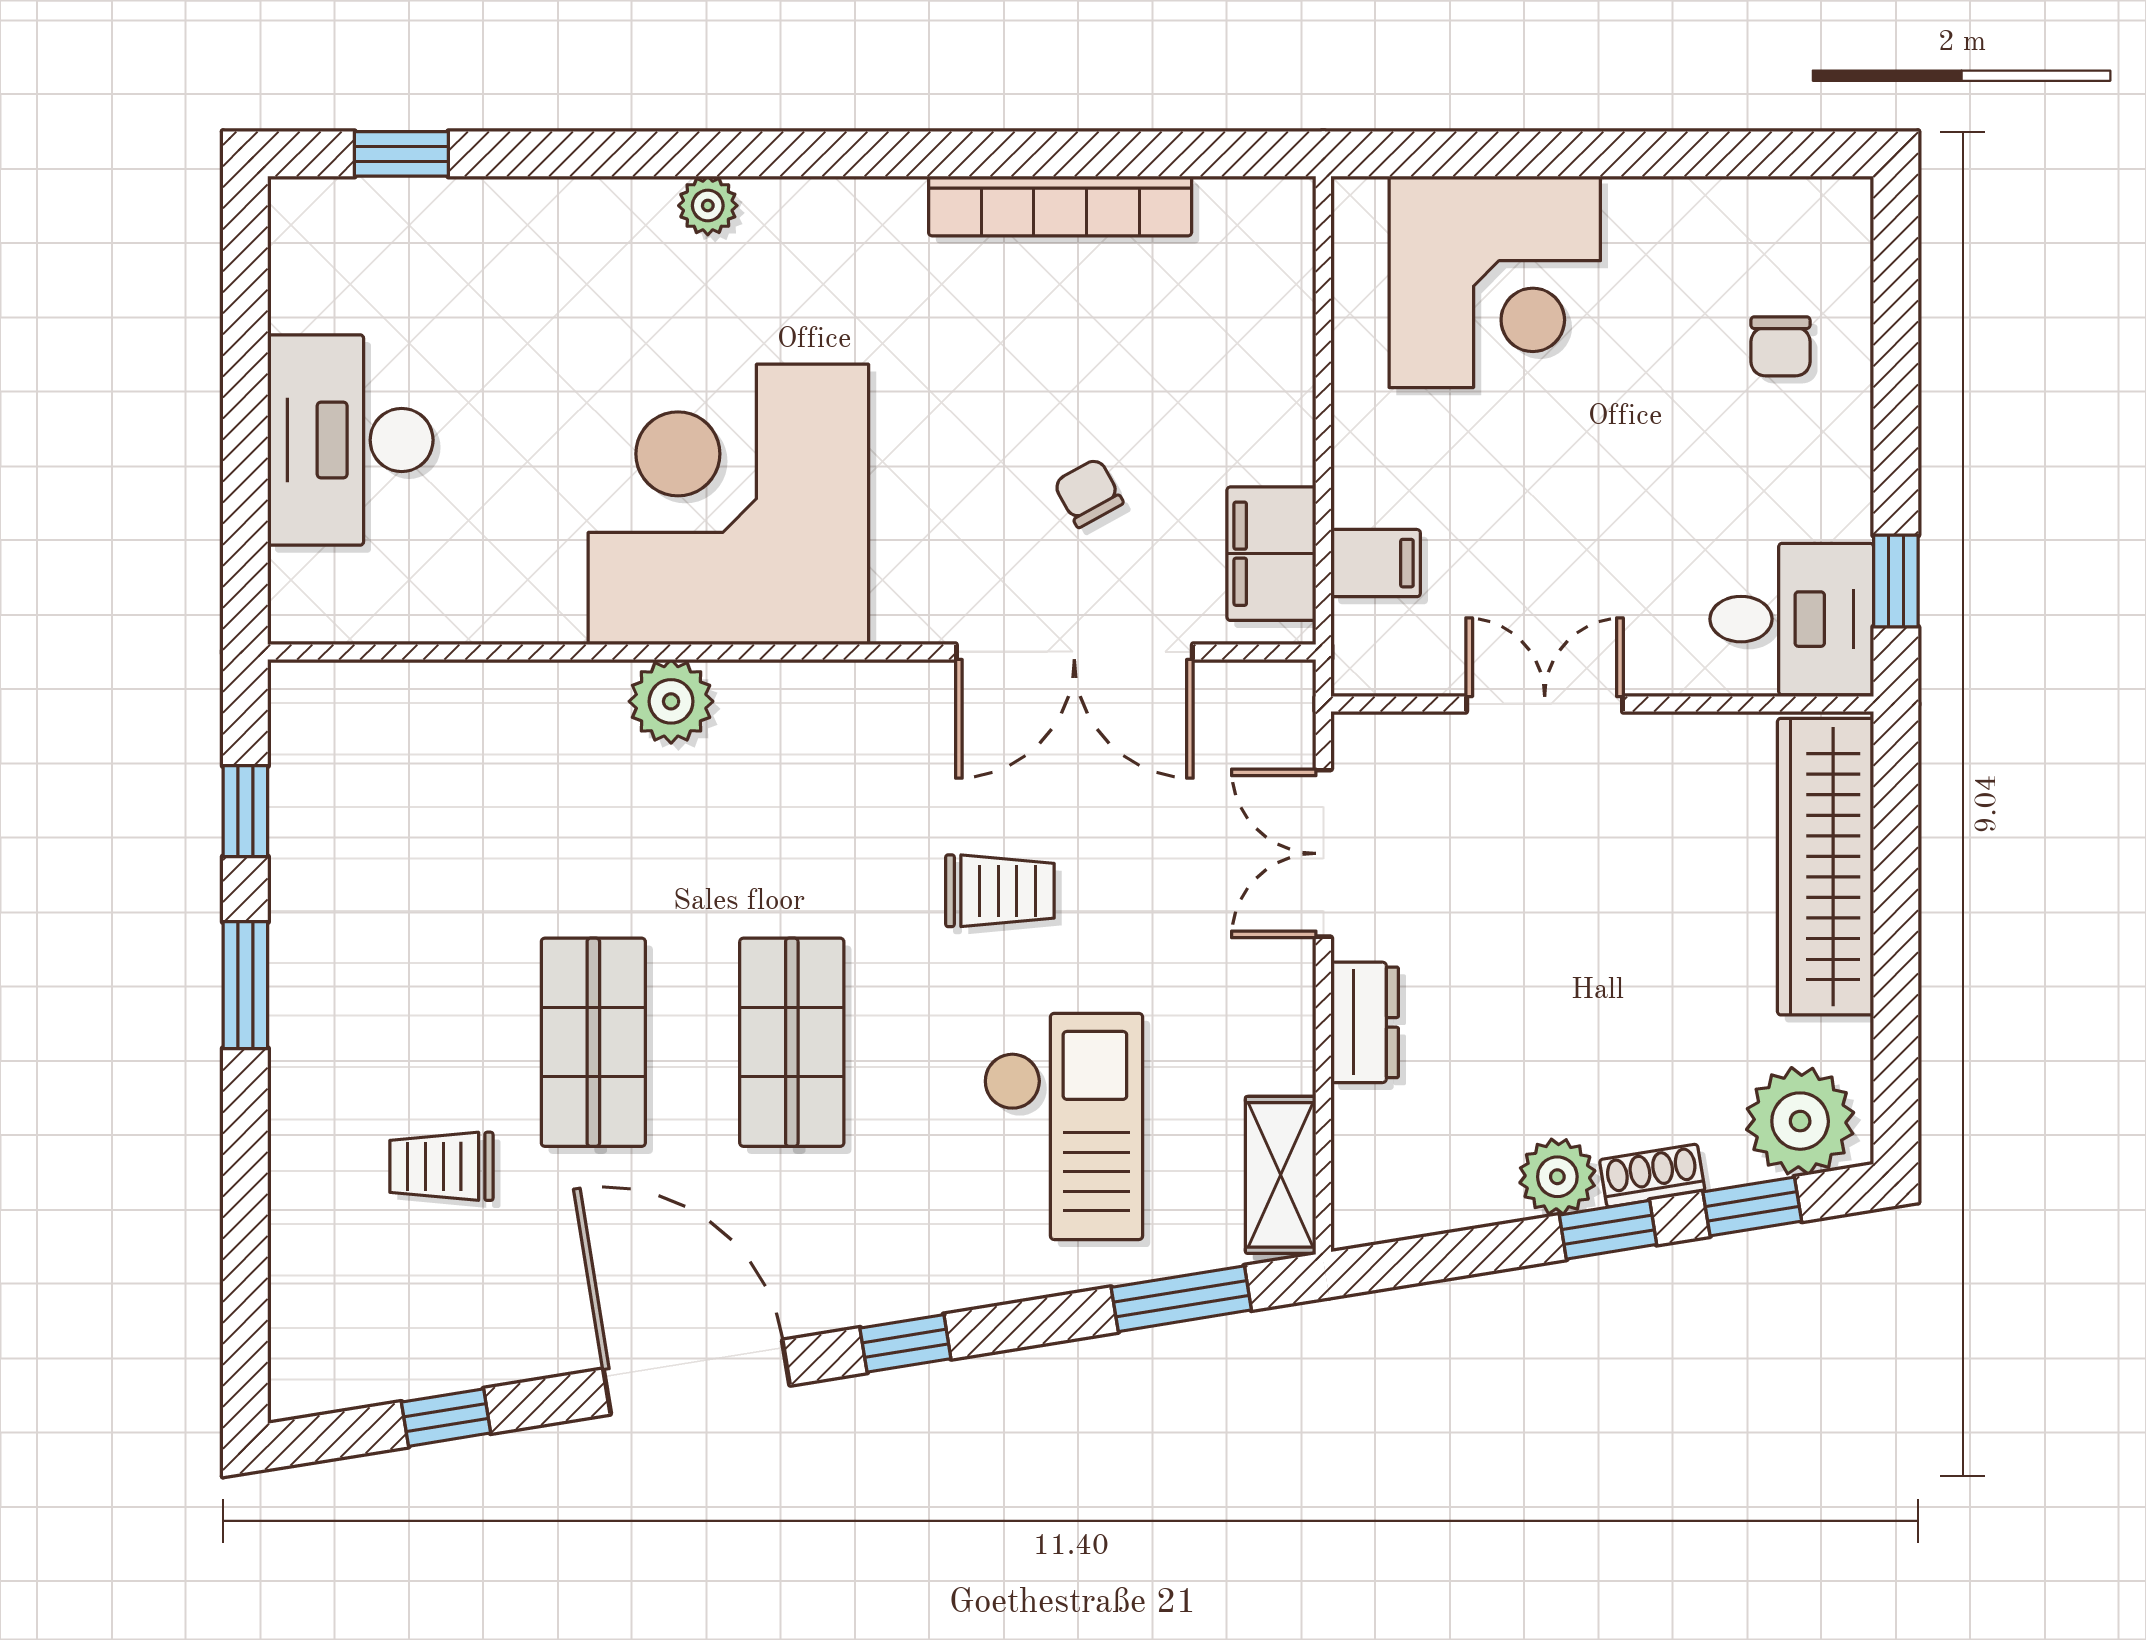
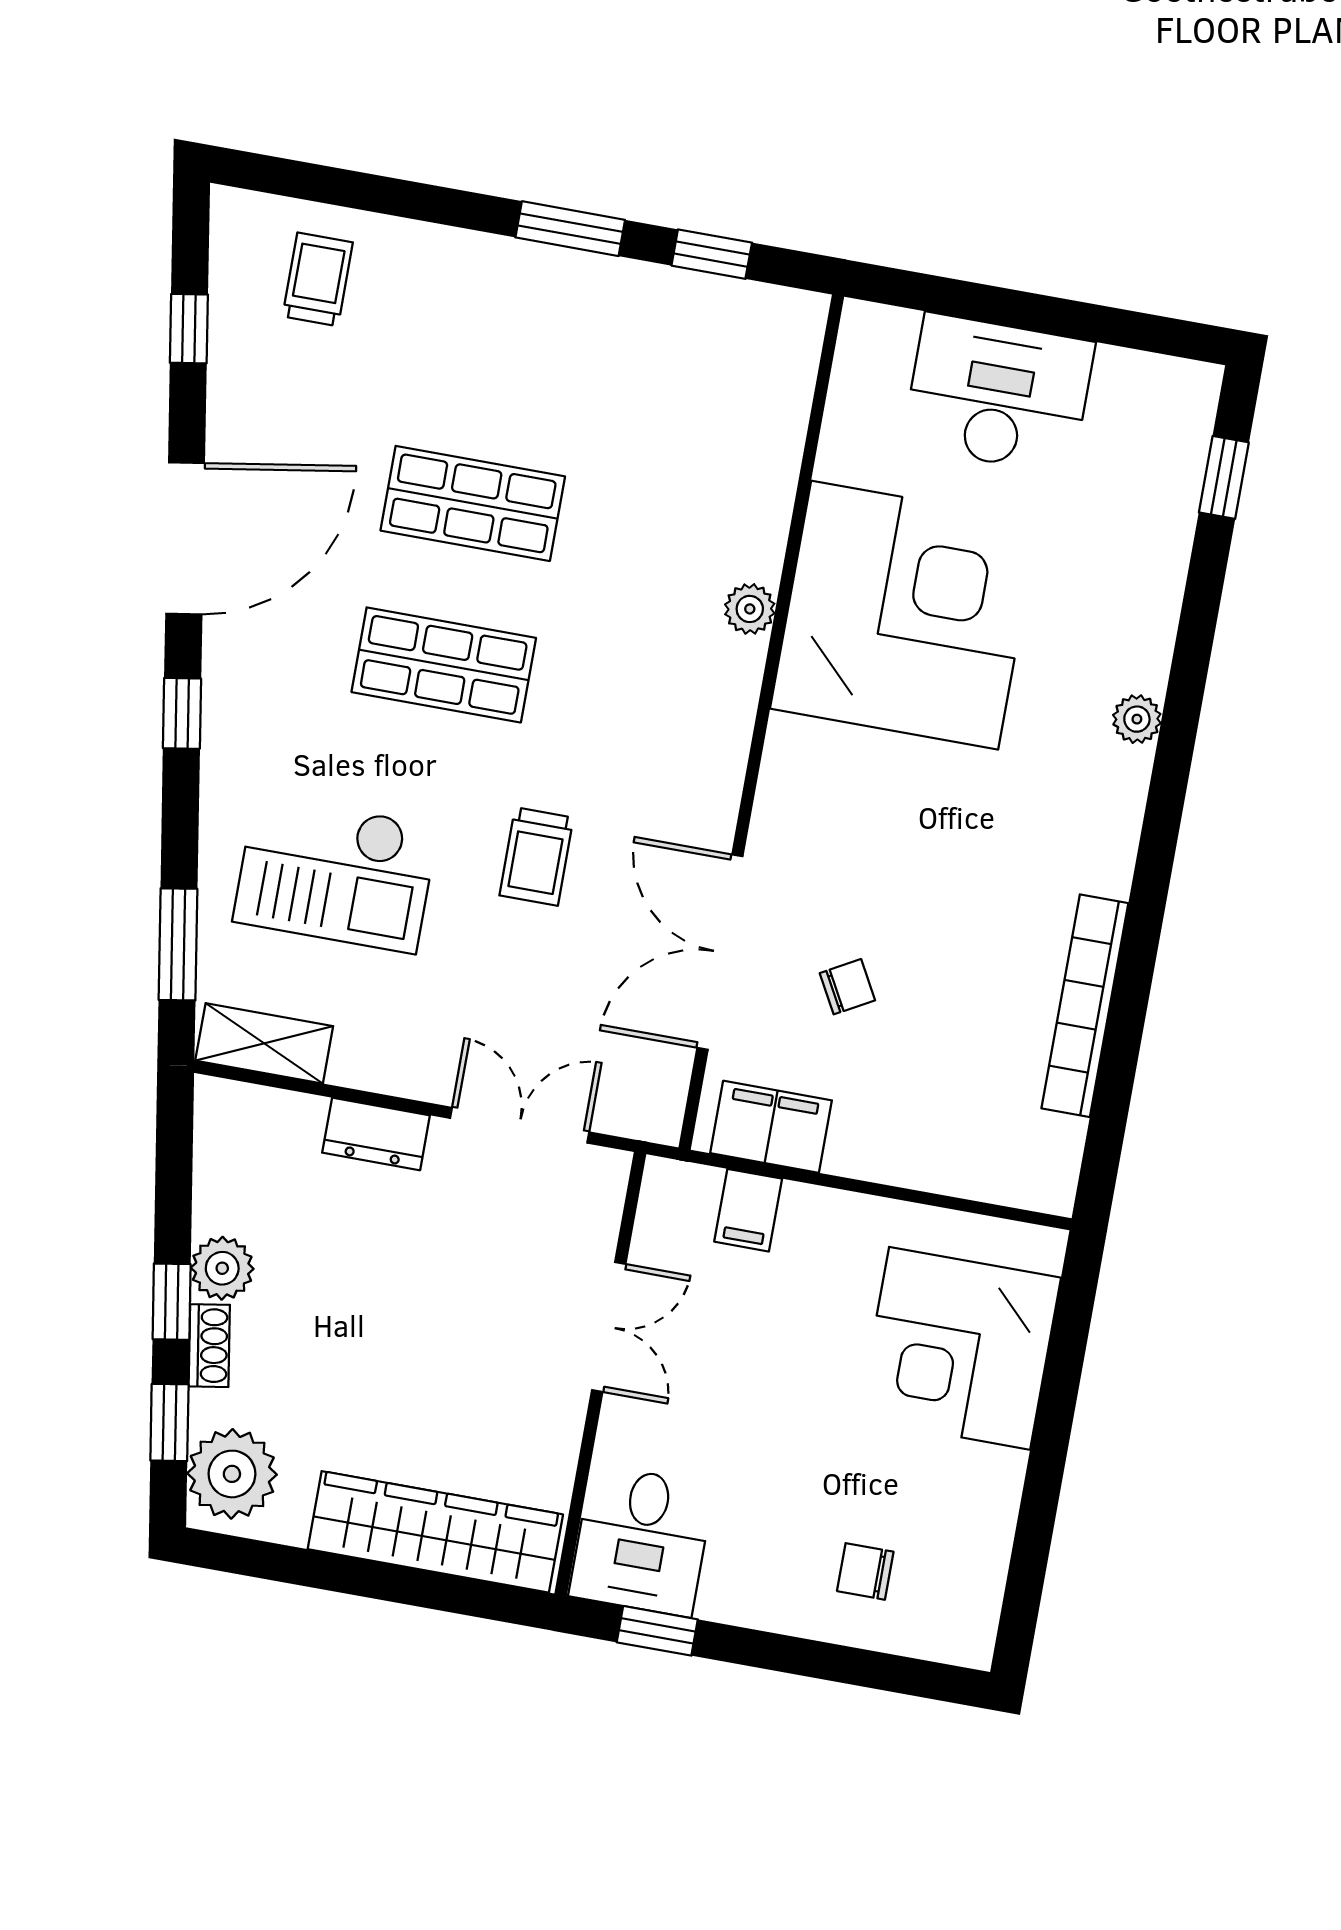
corner desk: (728, 504) -> (905, 615), moved
plant: (671, 701) -> (750, 609), width x0.73, depth x0.73
trolley: (441, 1166) -> (318, 279), moved

